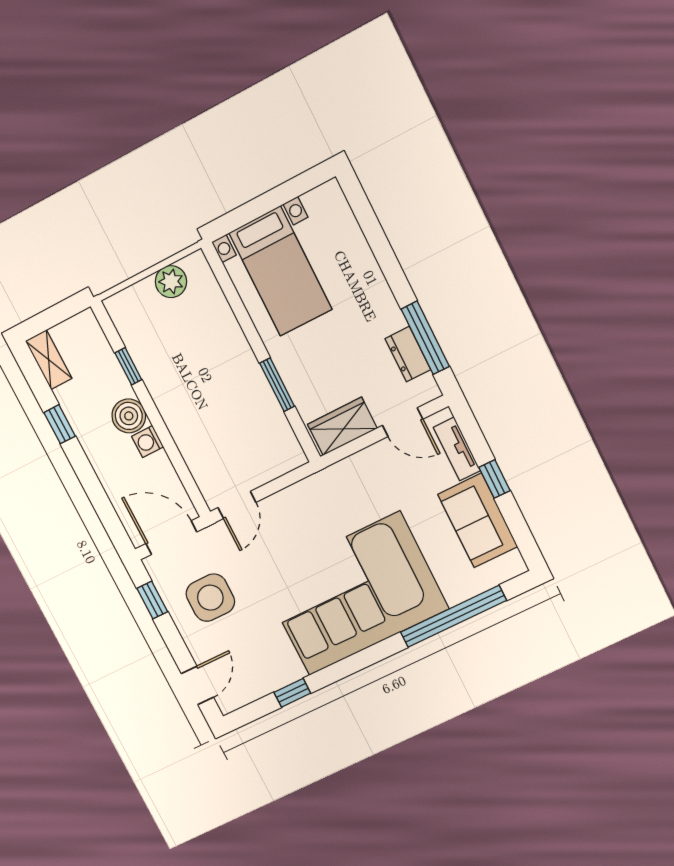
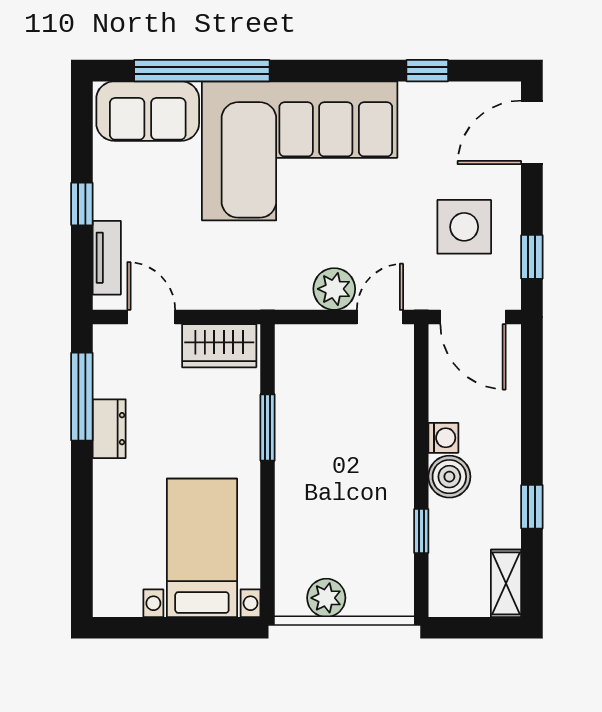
dresser: (408, 354) -> (109, 429), moved
plant: (280, 509) -> (334, 289), added
sofa: (478, 521) -> (148, 111), moved, turned 90
door: (197, 685) -> (532, 132), width x1.38

